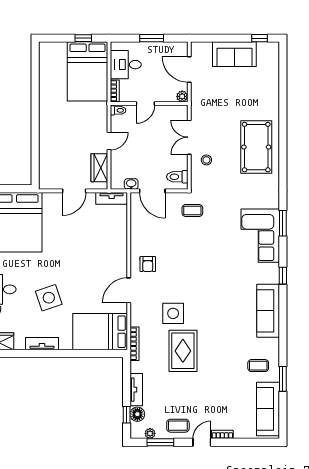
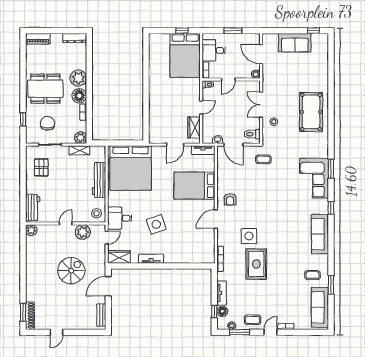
bed: (100, 332) -> (195, 186), moved

